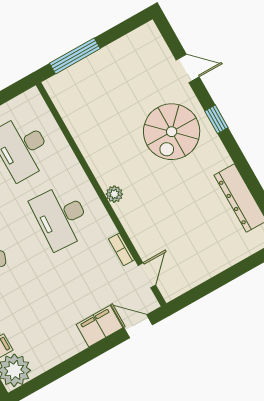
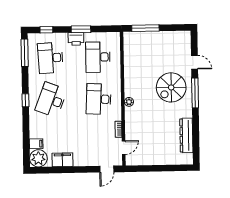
window: (216, 119) -> (195, 93), width x2.17
filing cabinet: (99, 326) -> (62, 160), moved
door: (138, 326) -> (107, 169), swing flipped

